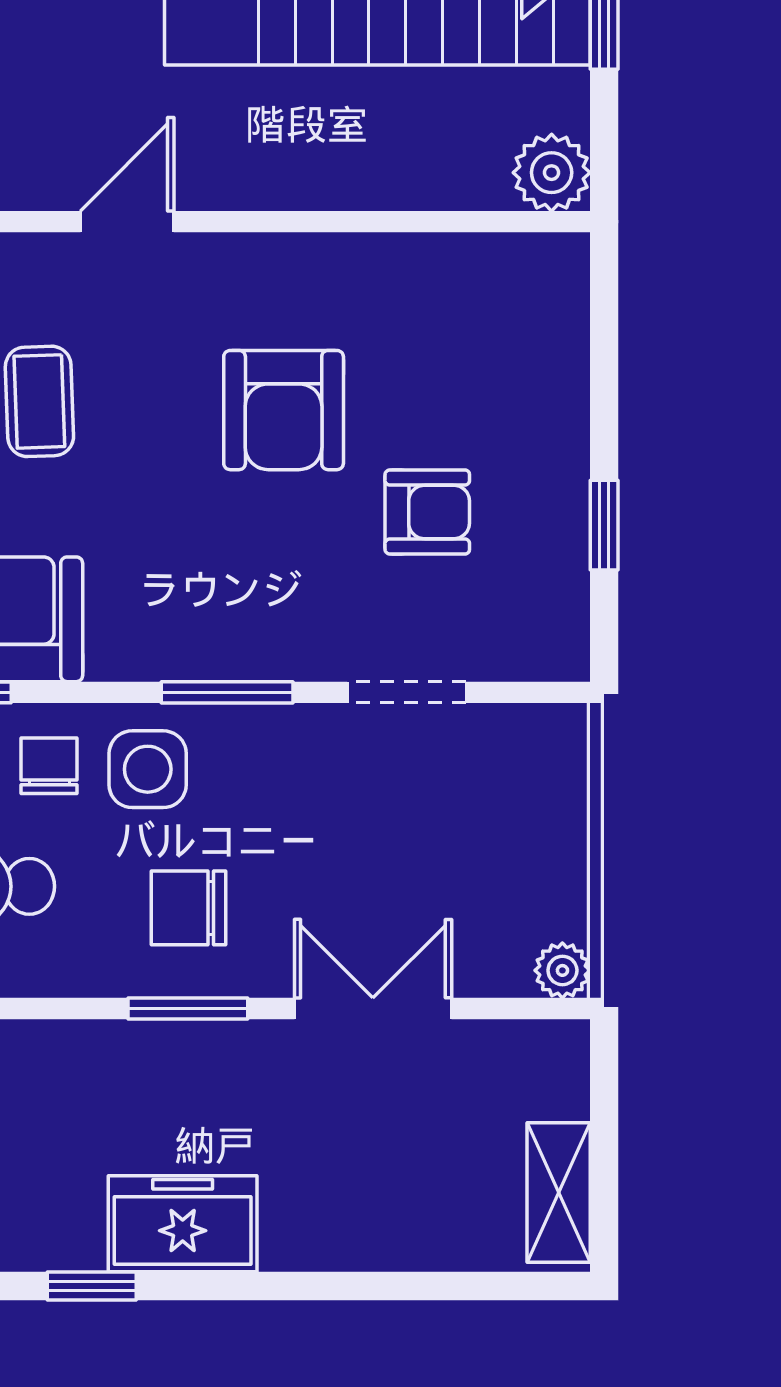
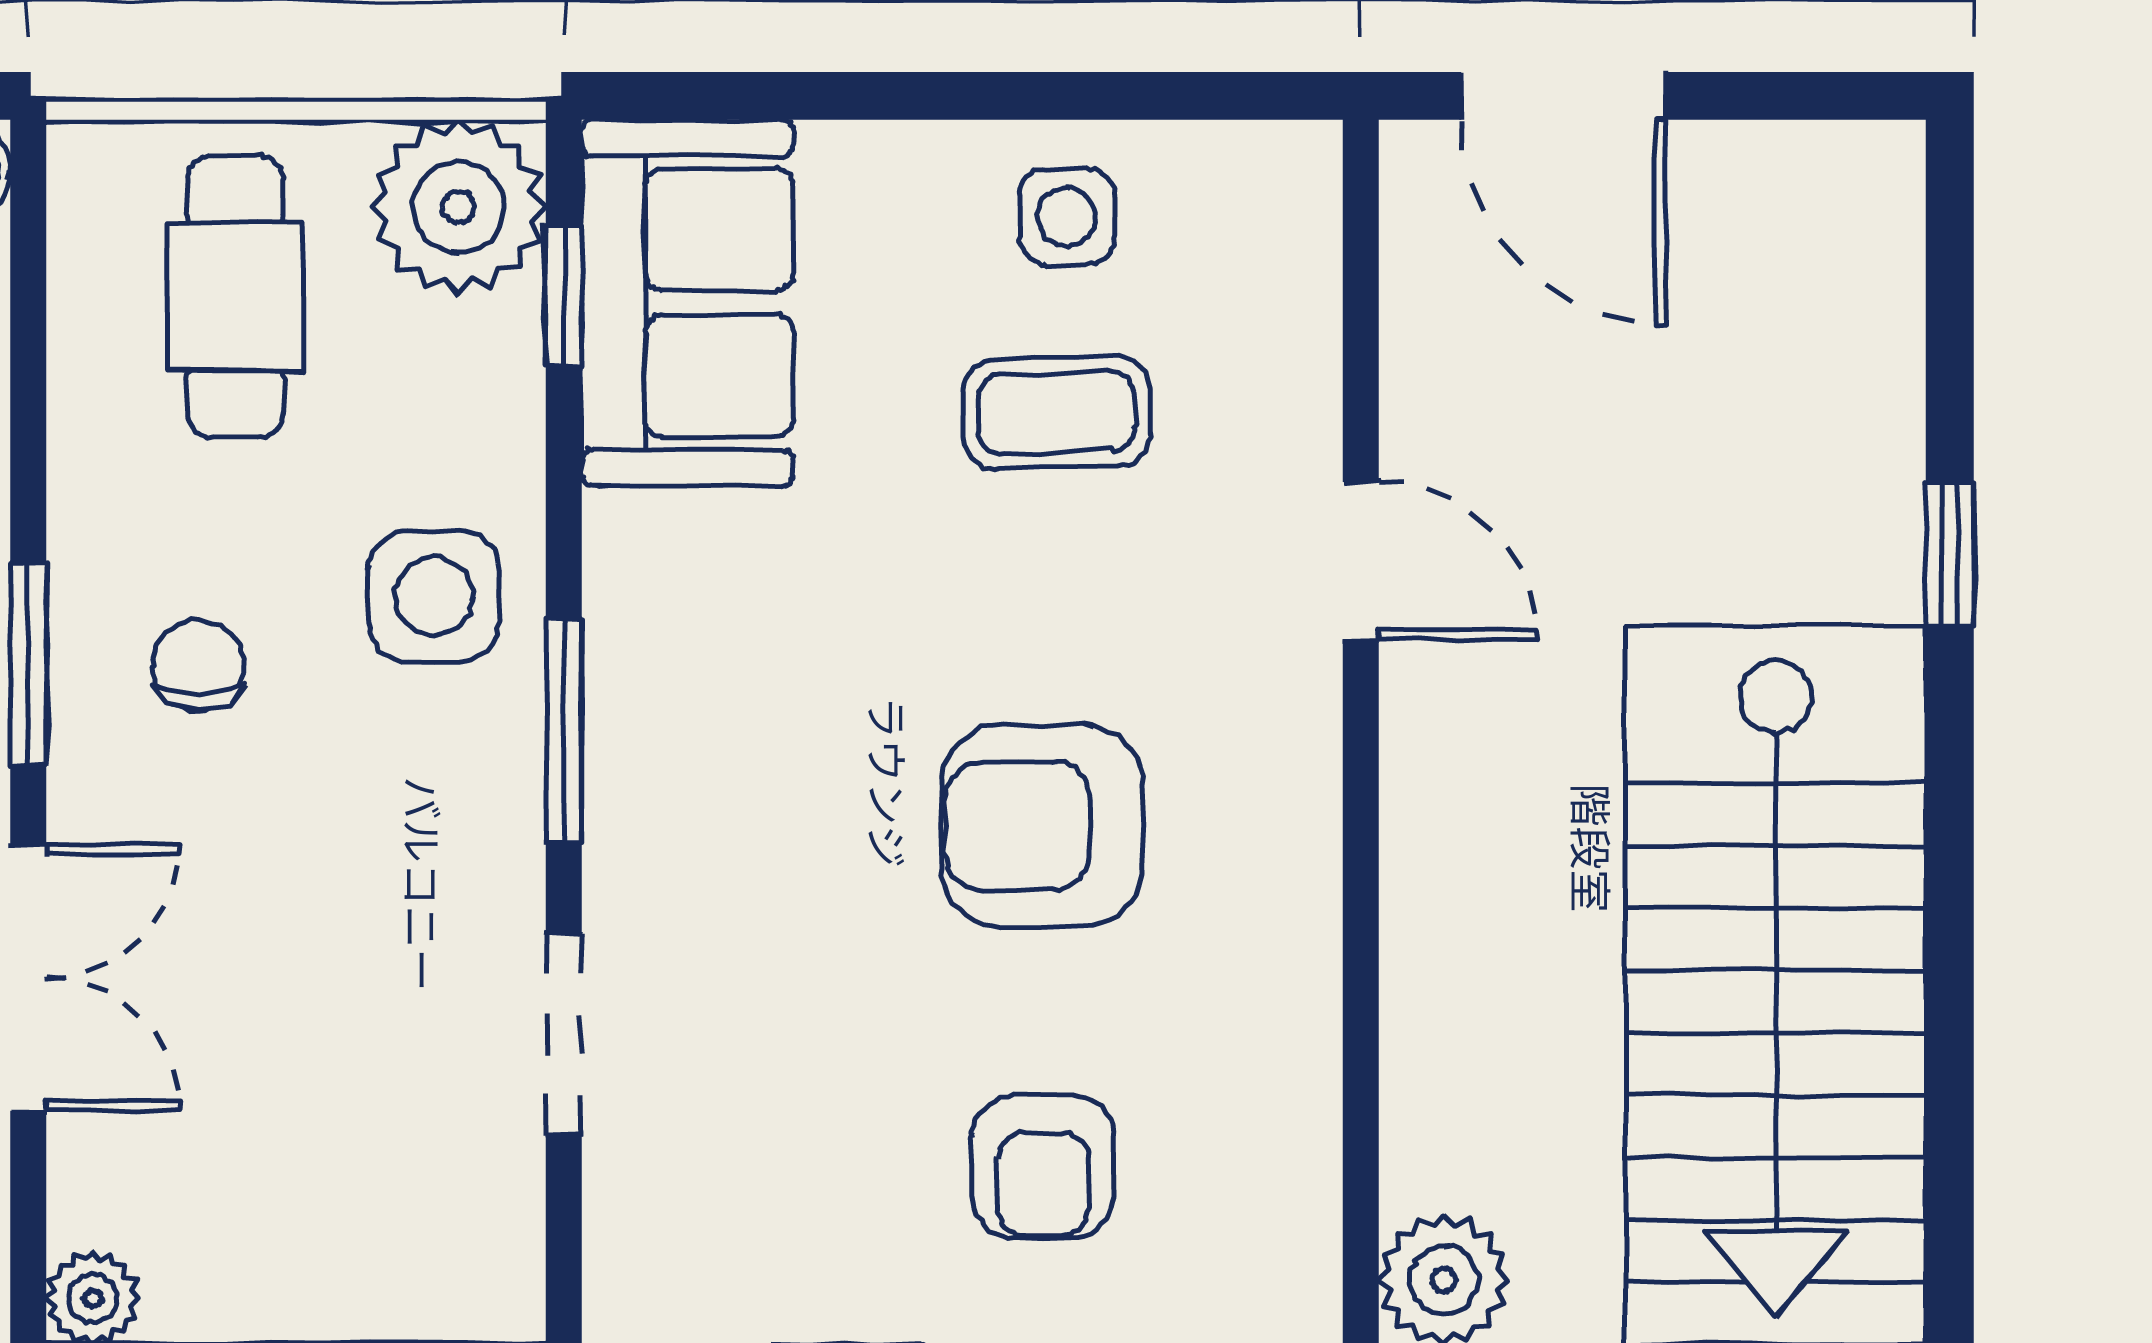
armchair: (427, 512) -> (1043, 1167), moved
chair: (49, 766) -> (440, 429), removed
chair: (189, 908) -> (199, 665), width x0.73, depth x0.73

